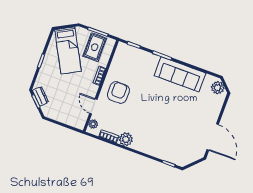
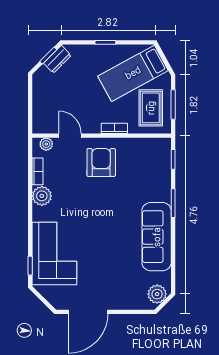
rug: (95, 47) -> (151, 108), turned 90
armchair: (118, 93) -> (101, 162), turned -90
door: (93, 106) -> (70, 136), hinge flipped
corner sofa: (166, 145) -> (54, 253), added

